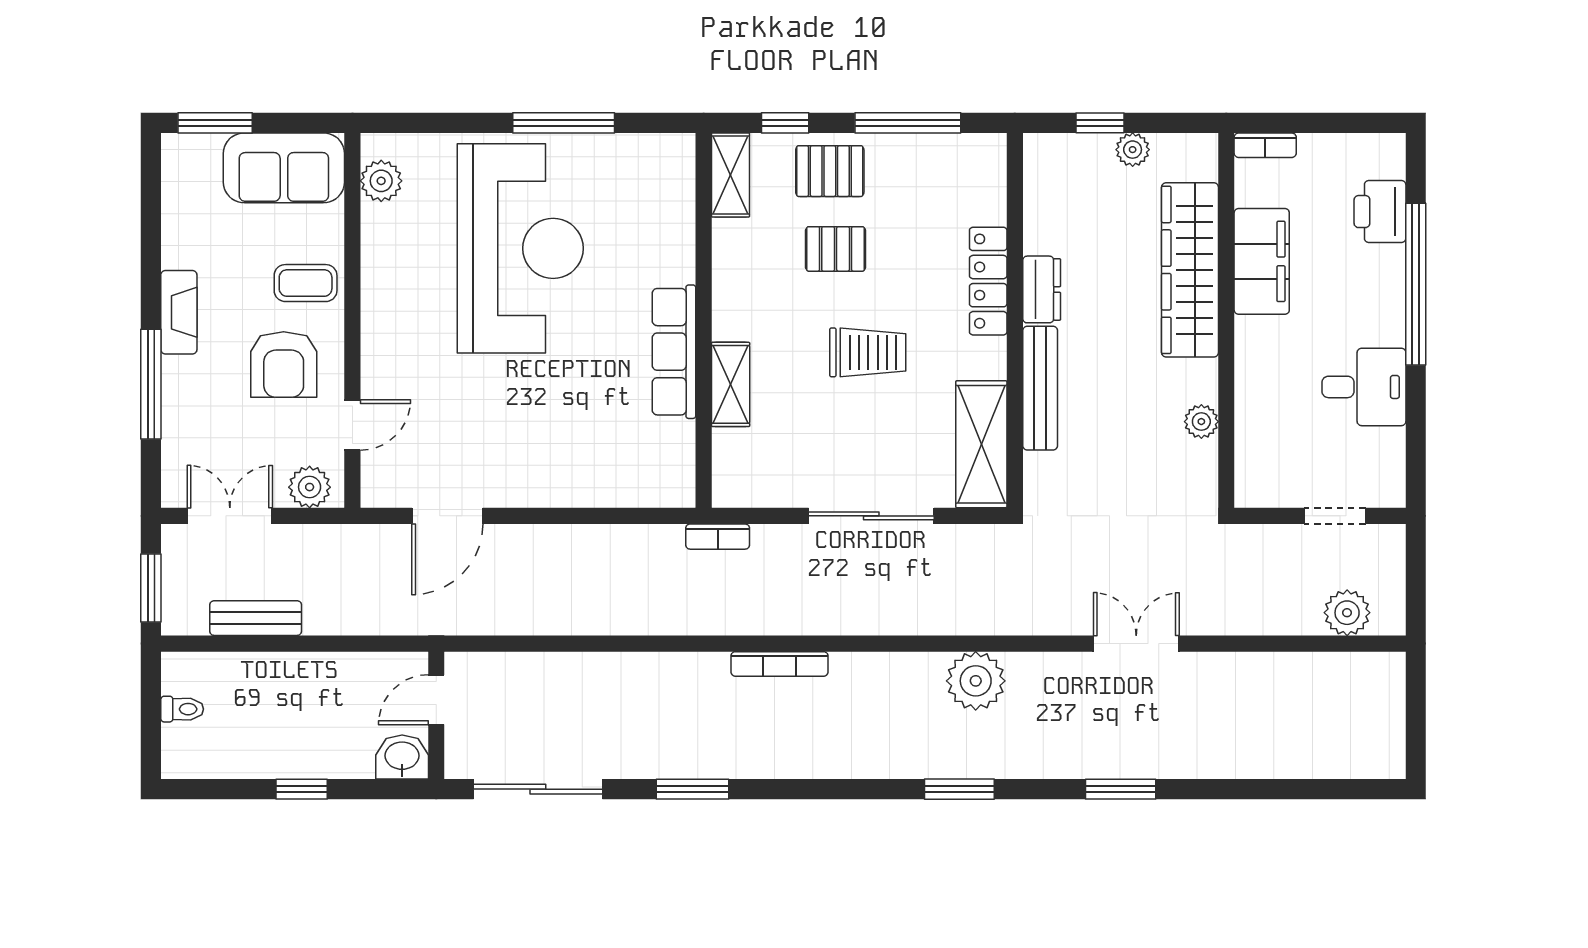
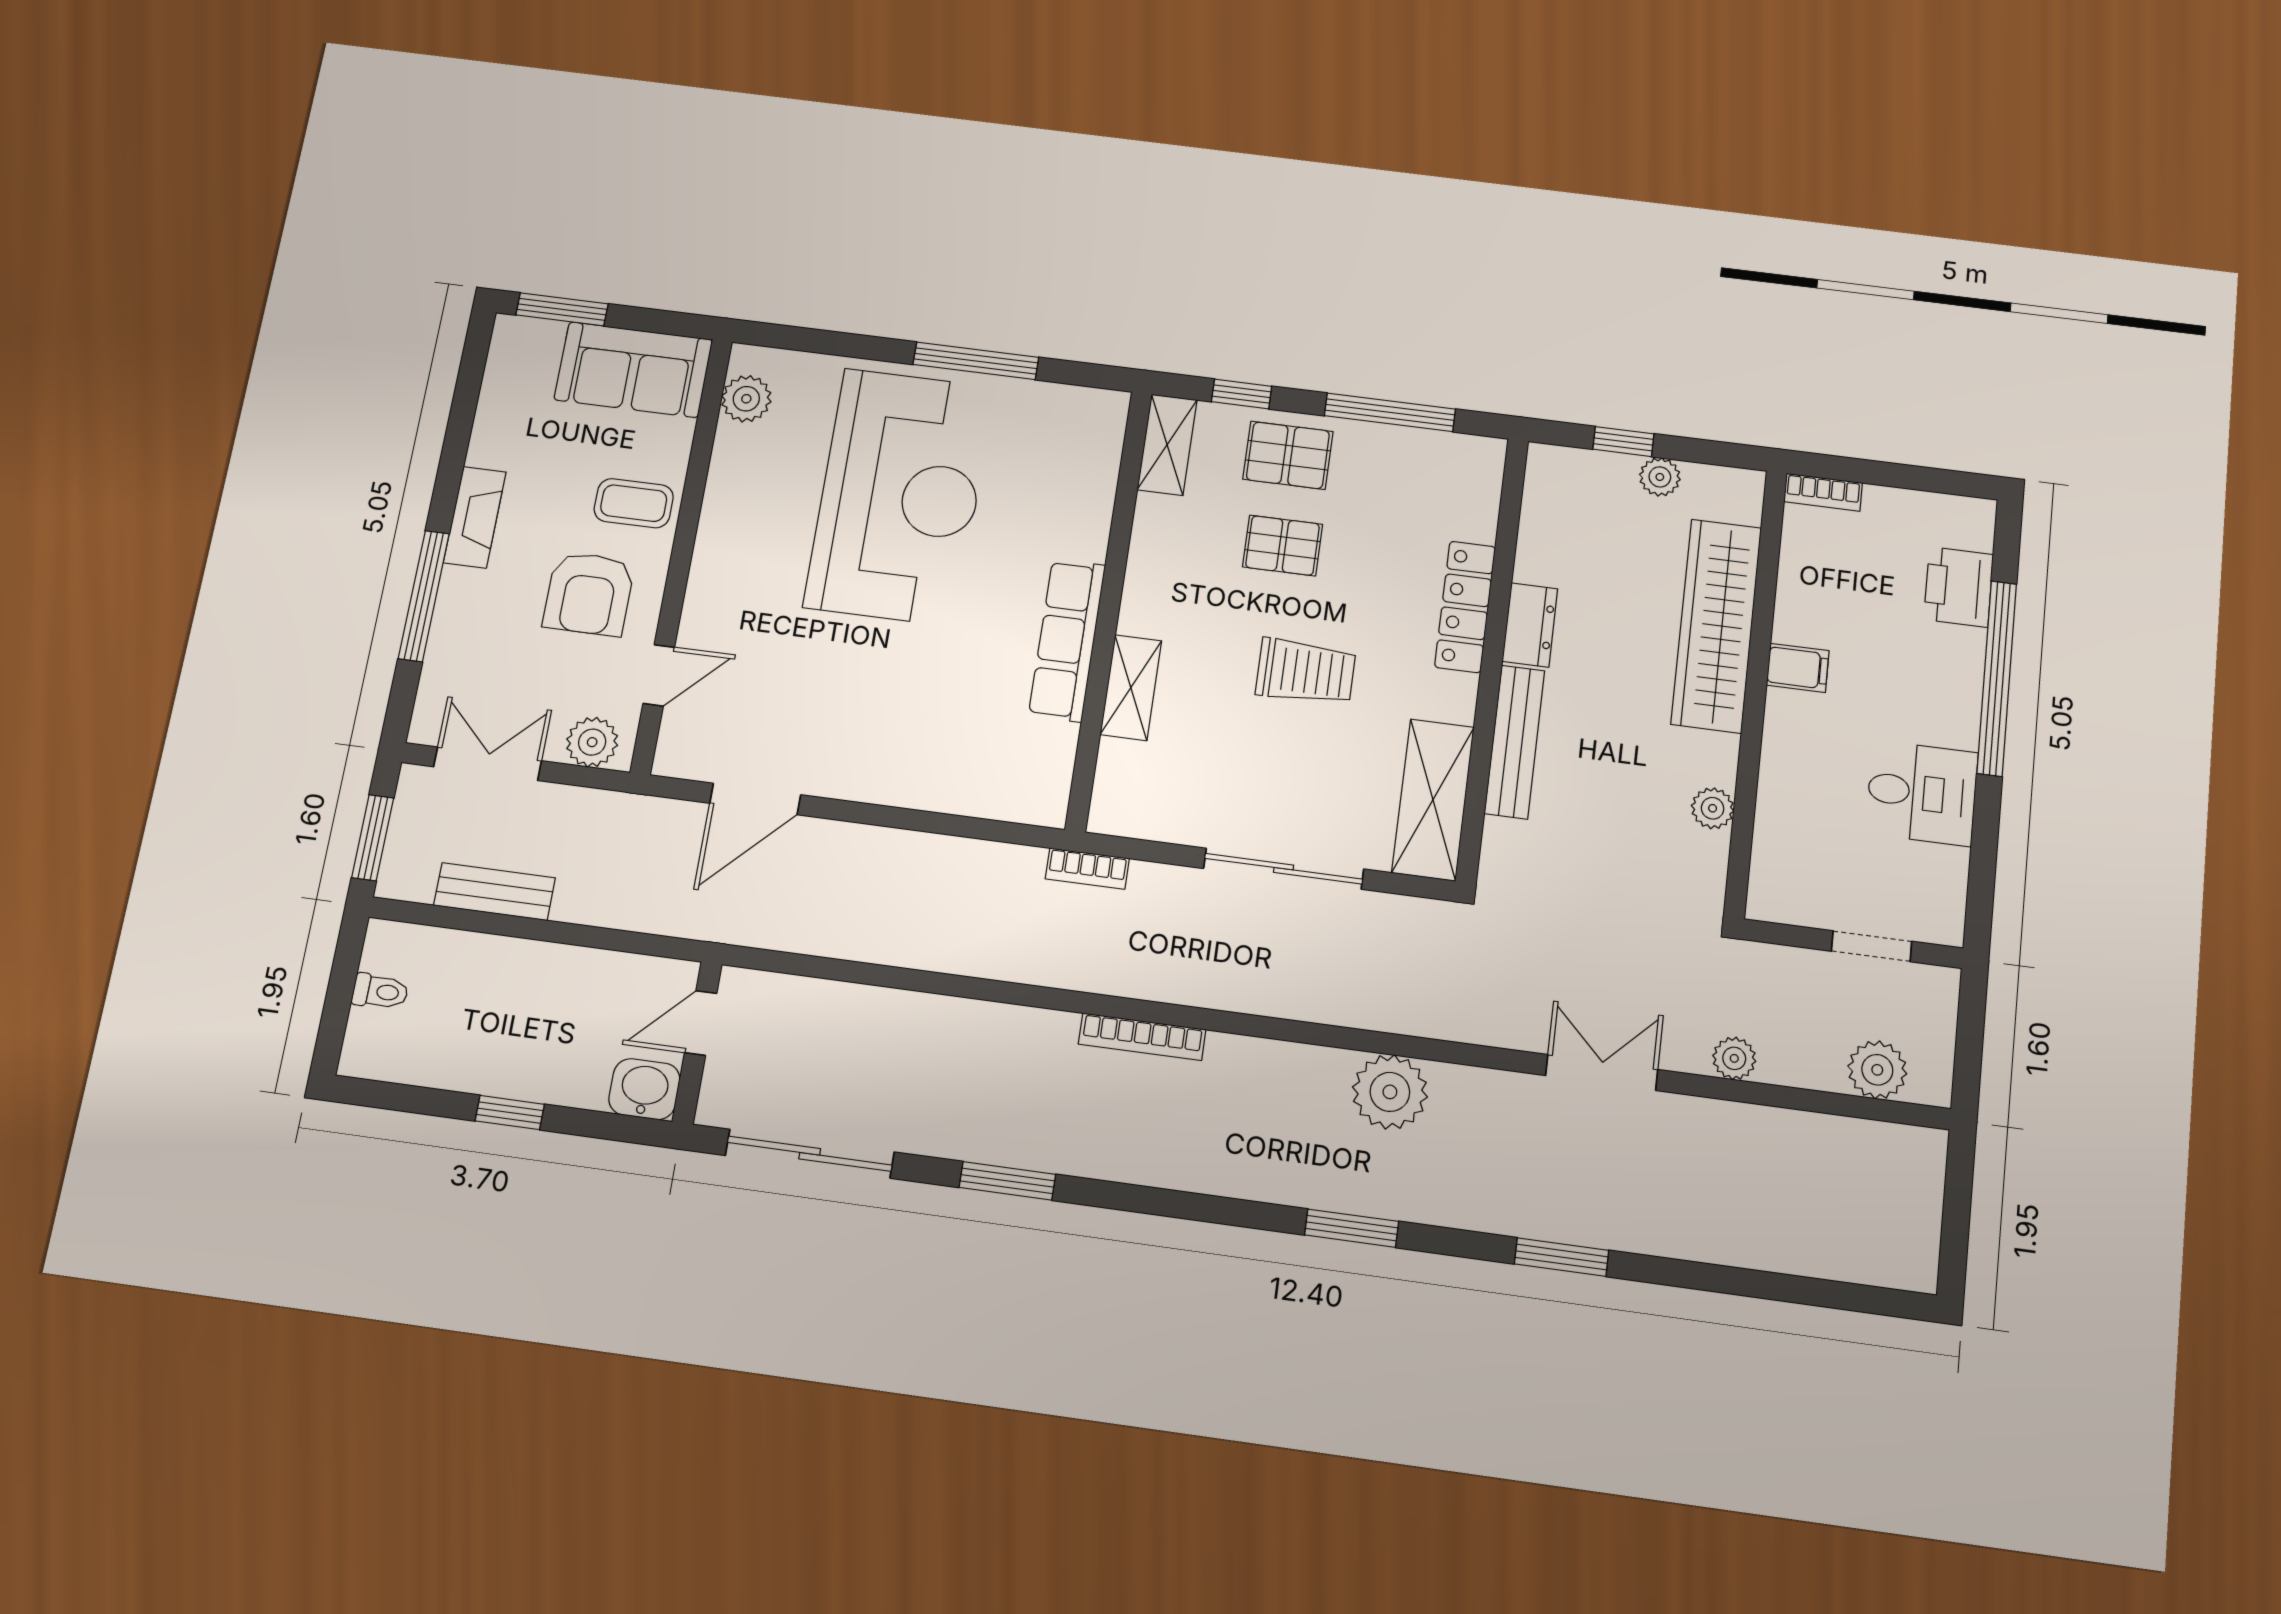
filing cabinet: (1262, 261) -> (1798, 668), width x0.33, depth x0.86
plant: (1237, 619) -> (1734, 1058), added

